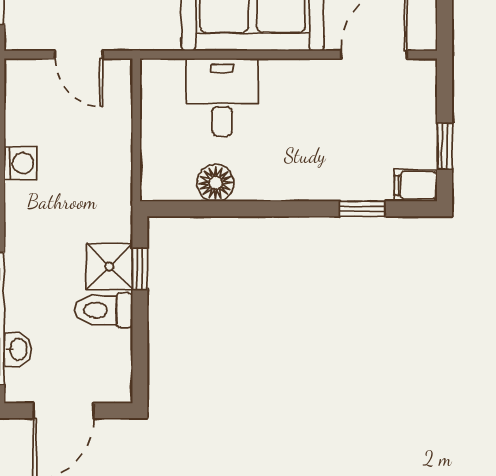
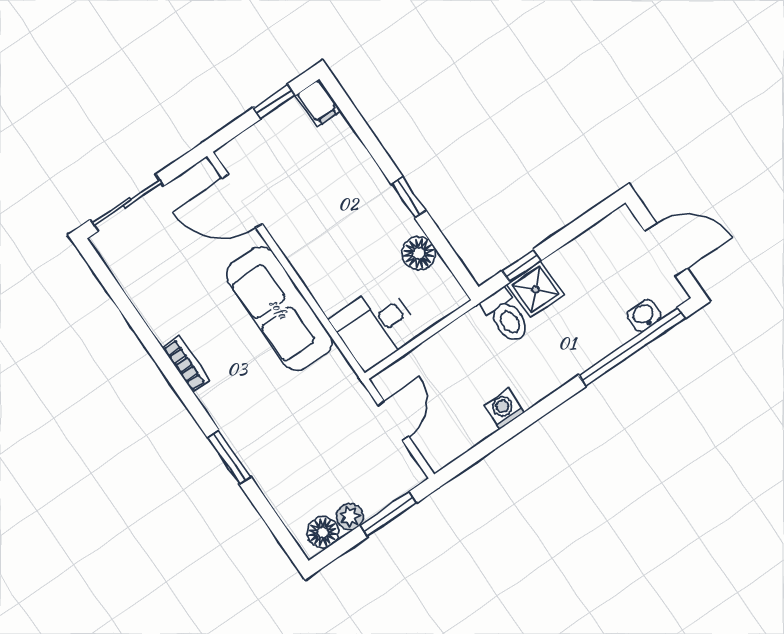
desk: (222, 97) -> (375, 326), moved
window: (362, 209) -> (409, 197), moved
toilet: (104, 310) -> (506, 316), moved

